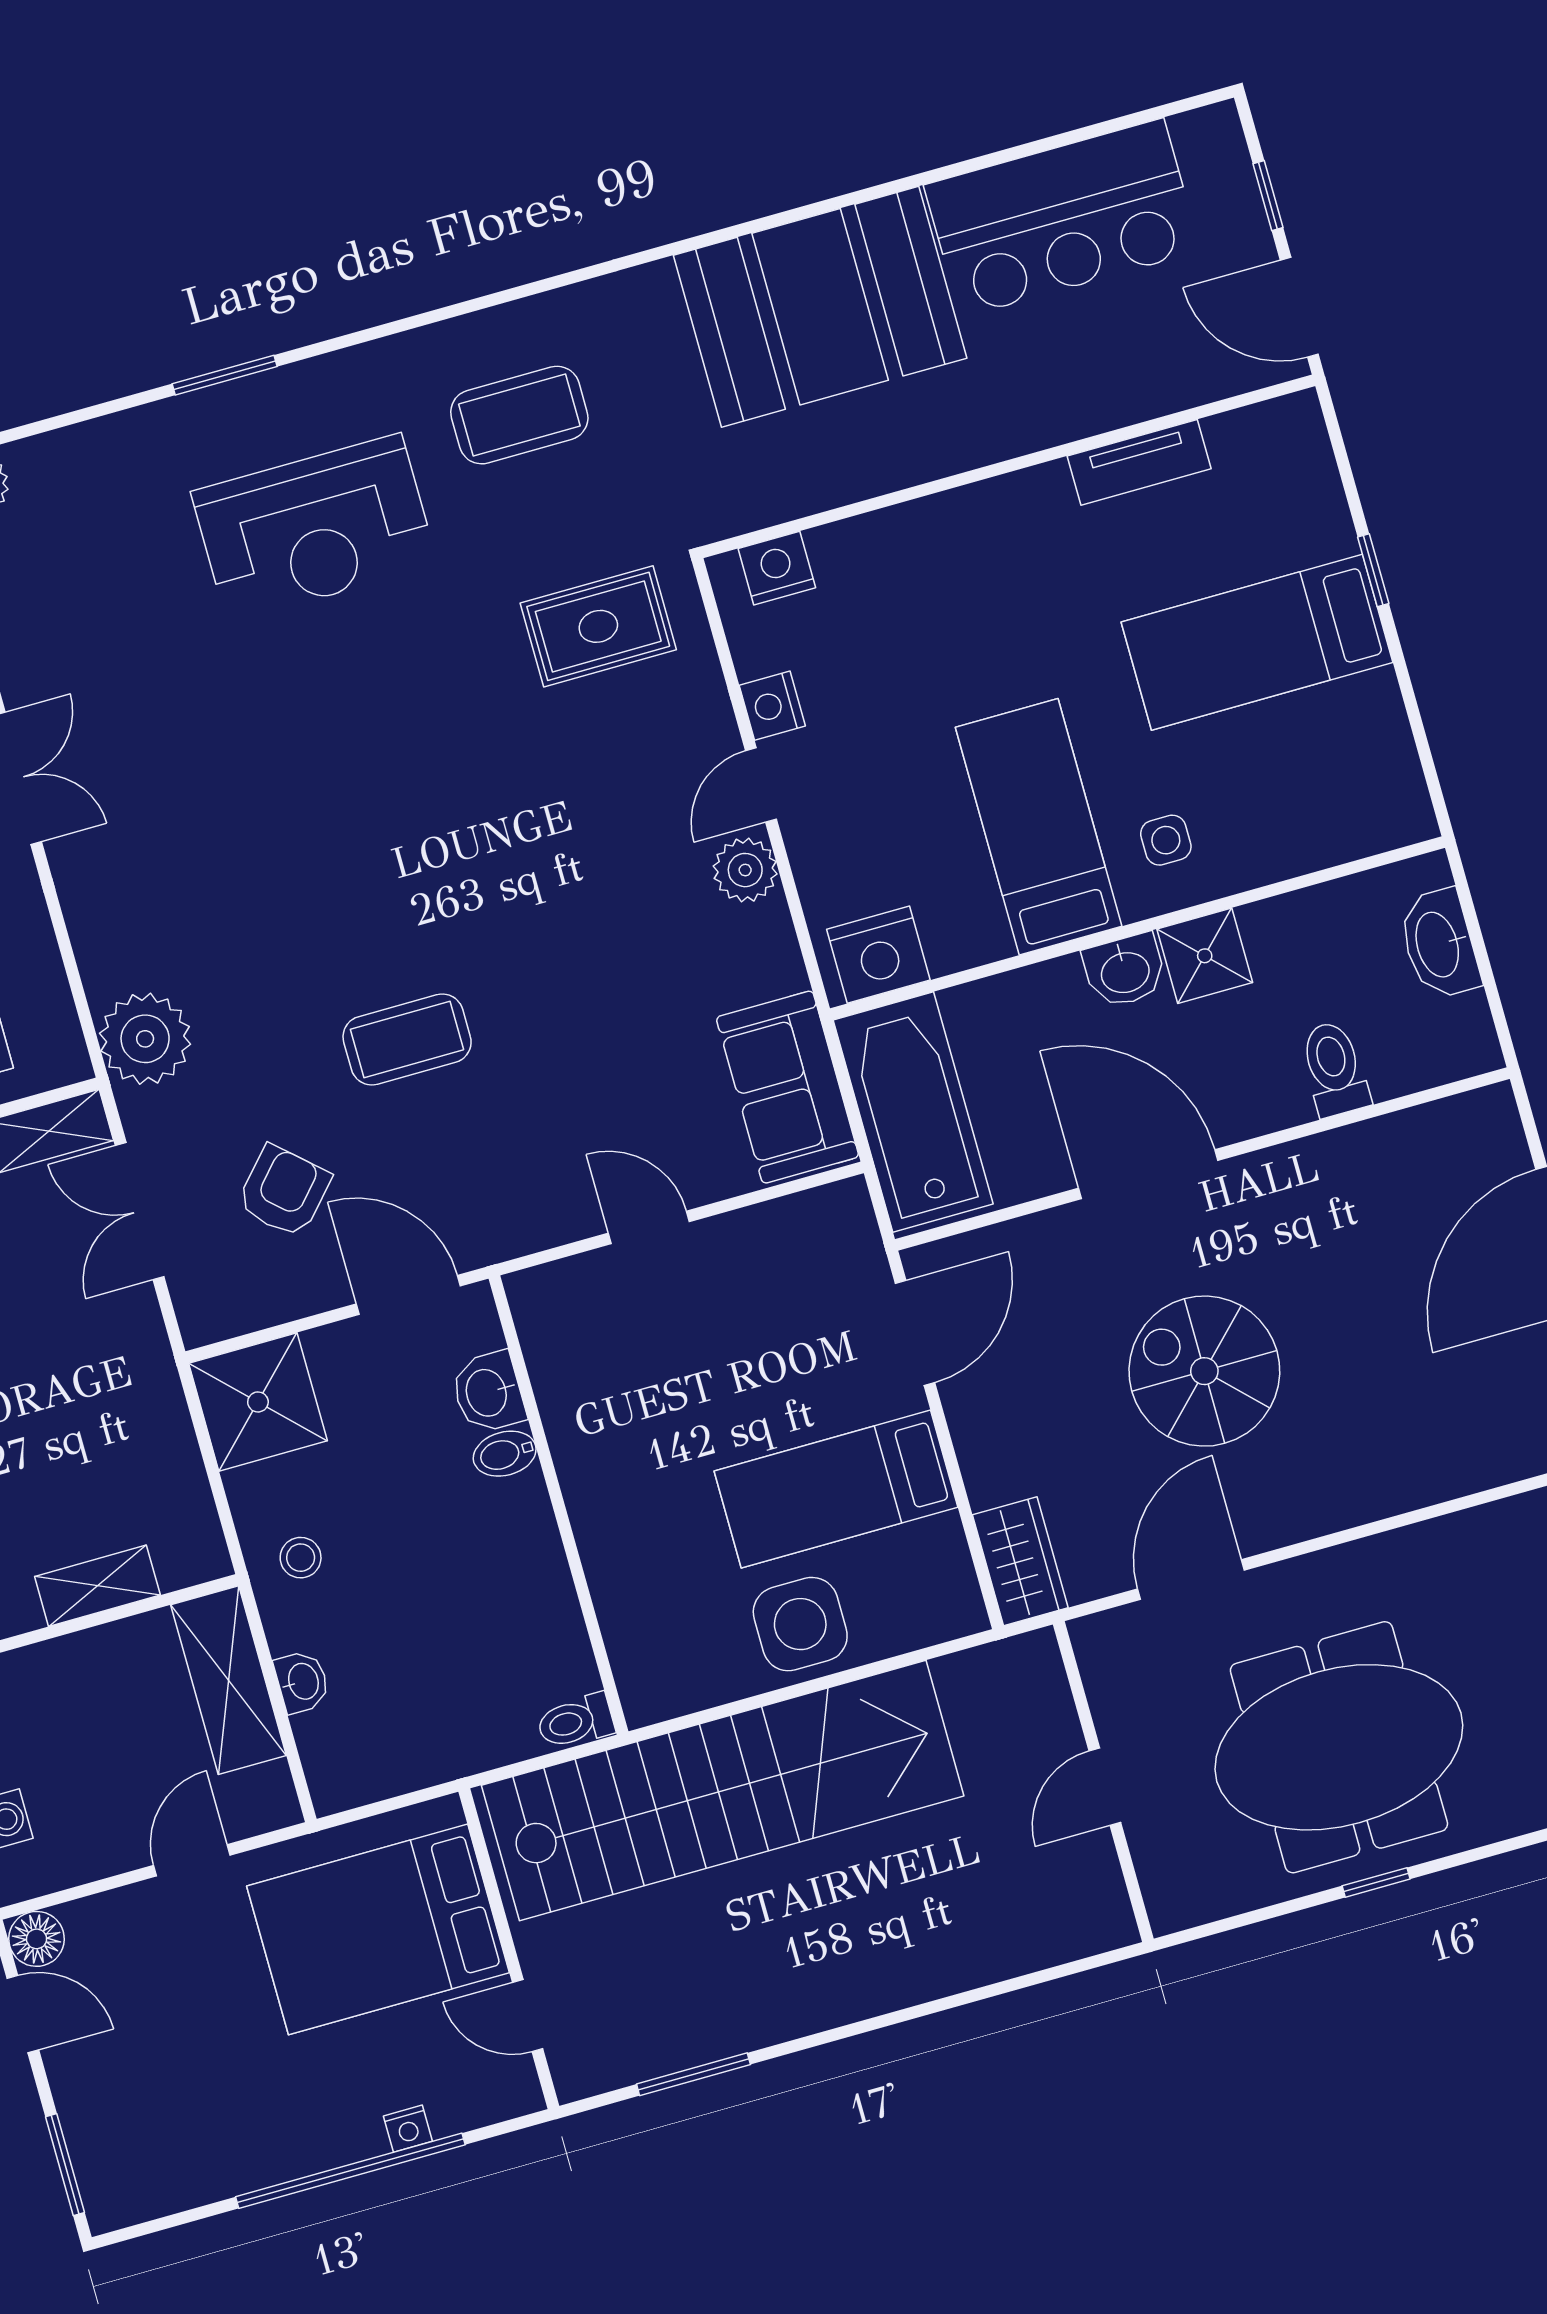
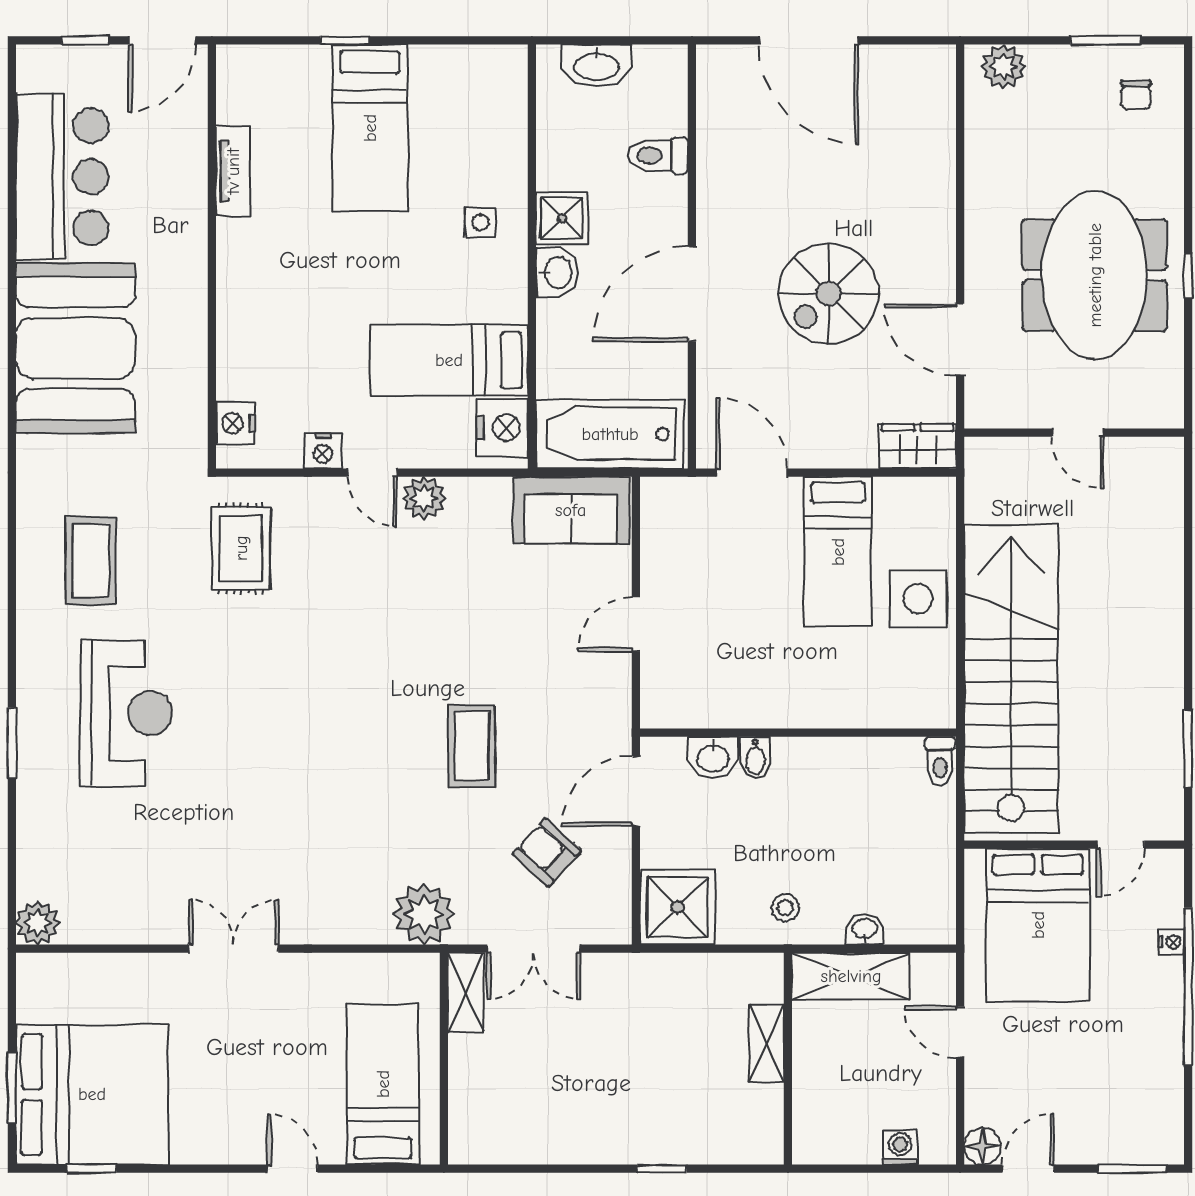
bed: (1039, 827) -> (449, 360), moved

